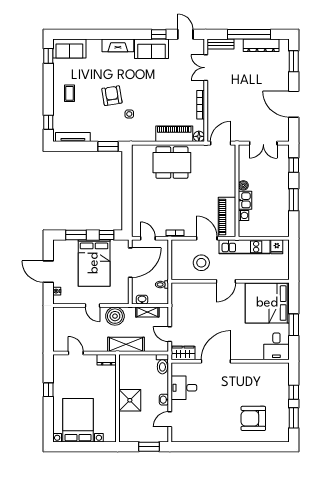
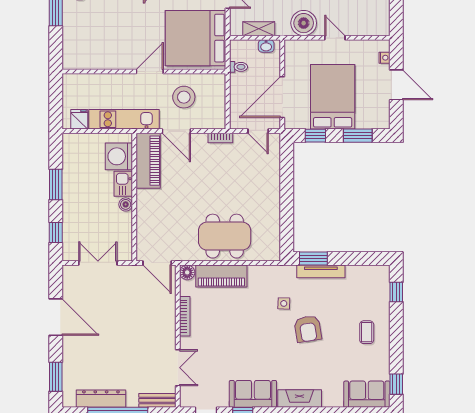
tv unit: (73, 137) -> (321, 271), moved
door: (221, 143) -> (157, 263), hinge flipped
washing machine: (244, 215) -> (119, 156), width x1.89, depth x1.89
bed: (267, 303) -> (195, 38), moved, turned 180

